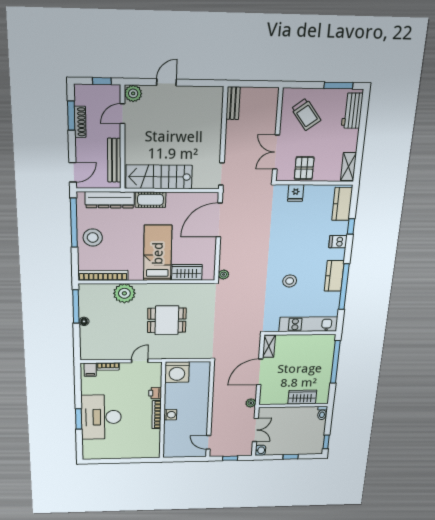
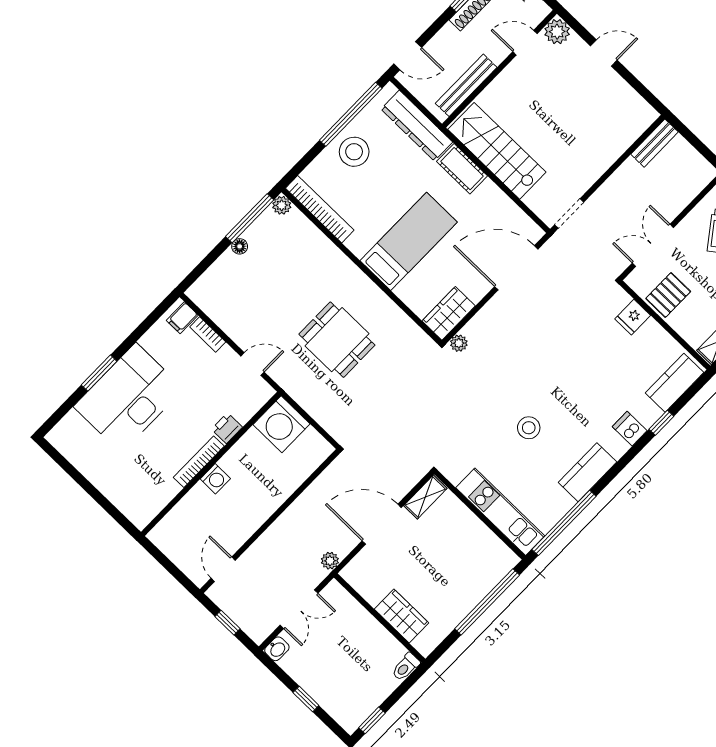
wardrobe: (187, 272) -> (449, 313), moved, turned -90
window: (344, 287) -> (564, 523), moved
plant: (124, 293) -> (282, 205), moved, width x0.53, depth x0.53

